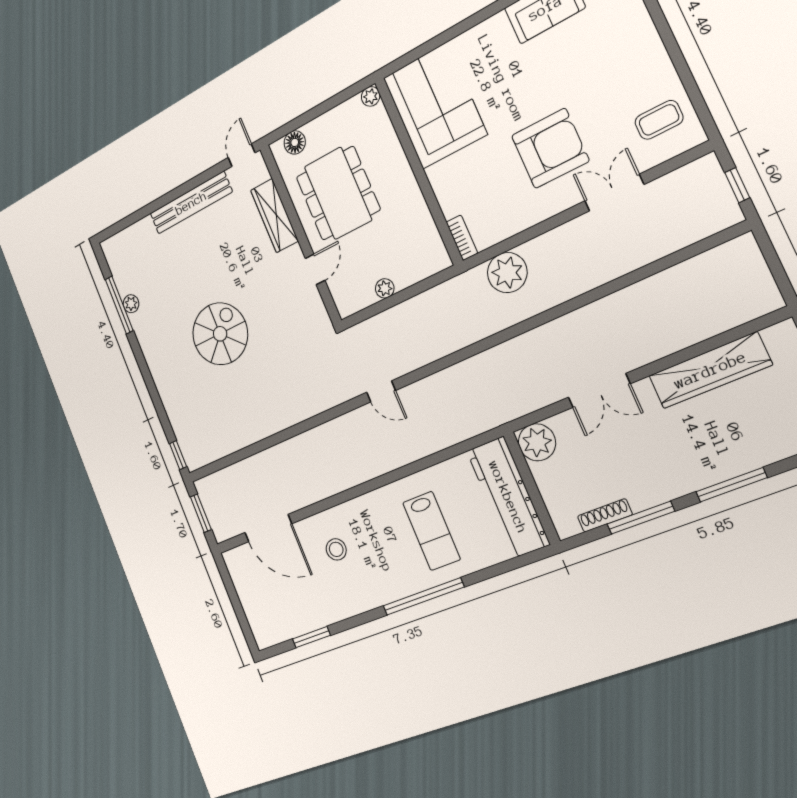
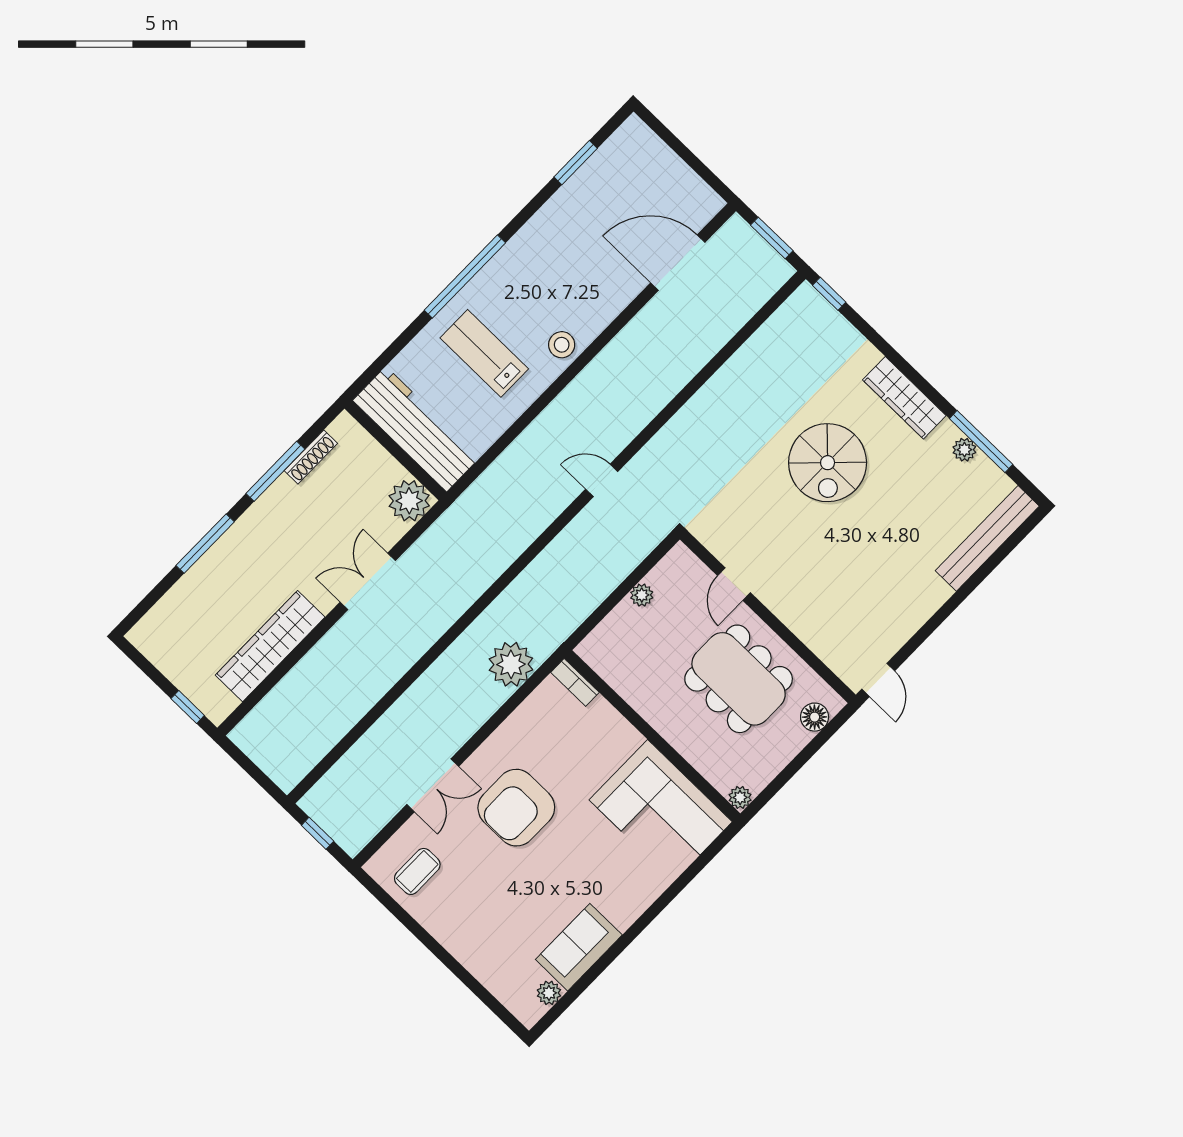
bench: (191, 203) -> (987, 538), moved
wardrobe: (274, 216) -> (904, 398), moved, turned 180
stool: (336, 549) -> (562, 345), moved

